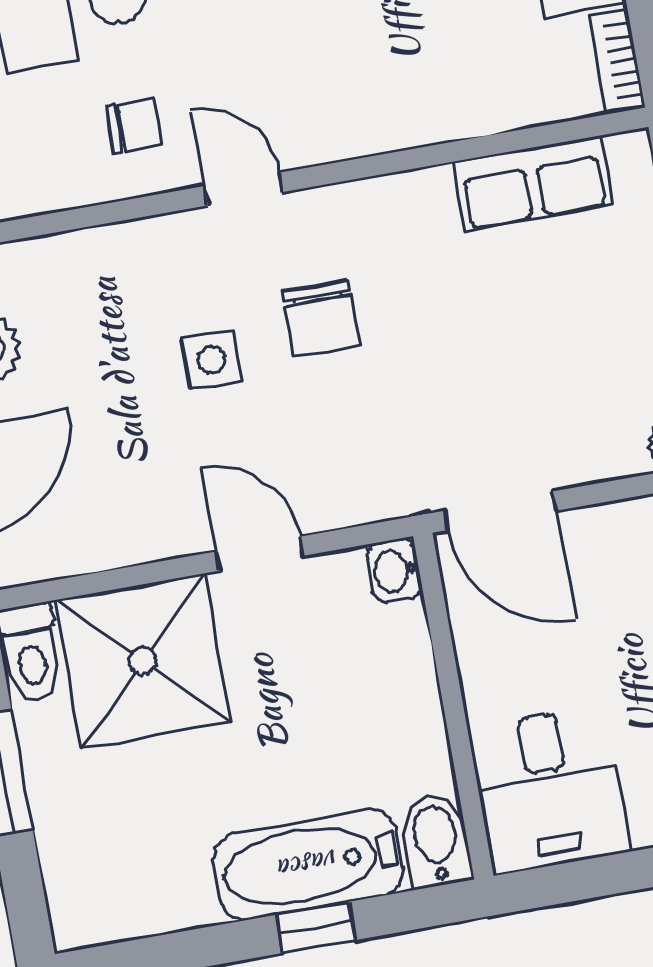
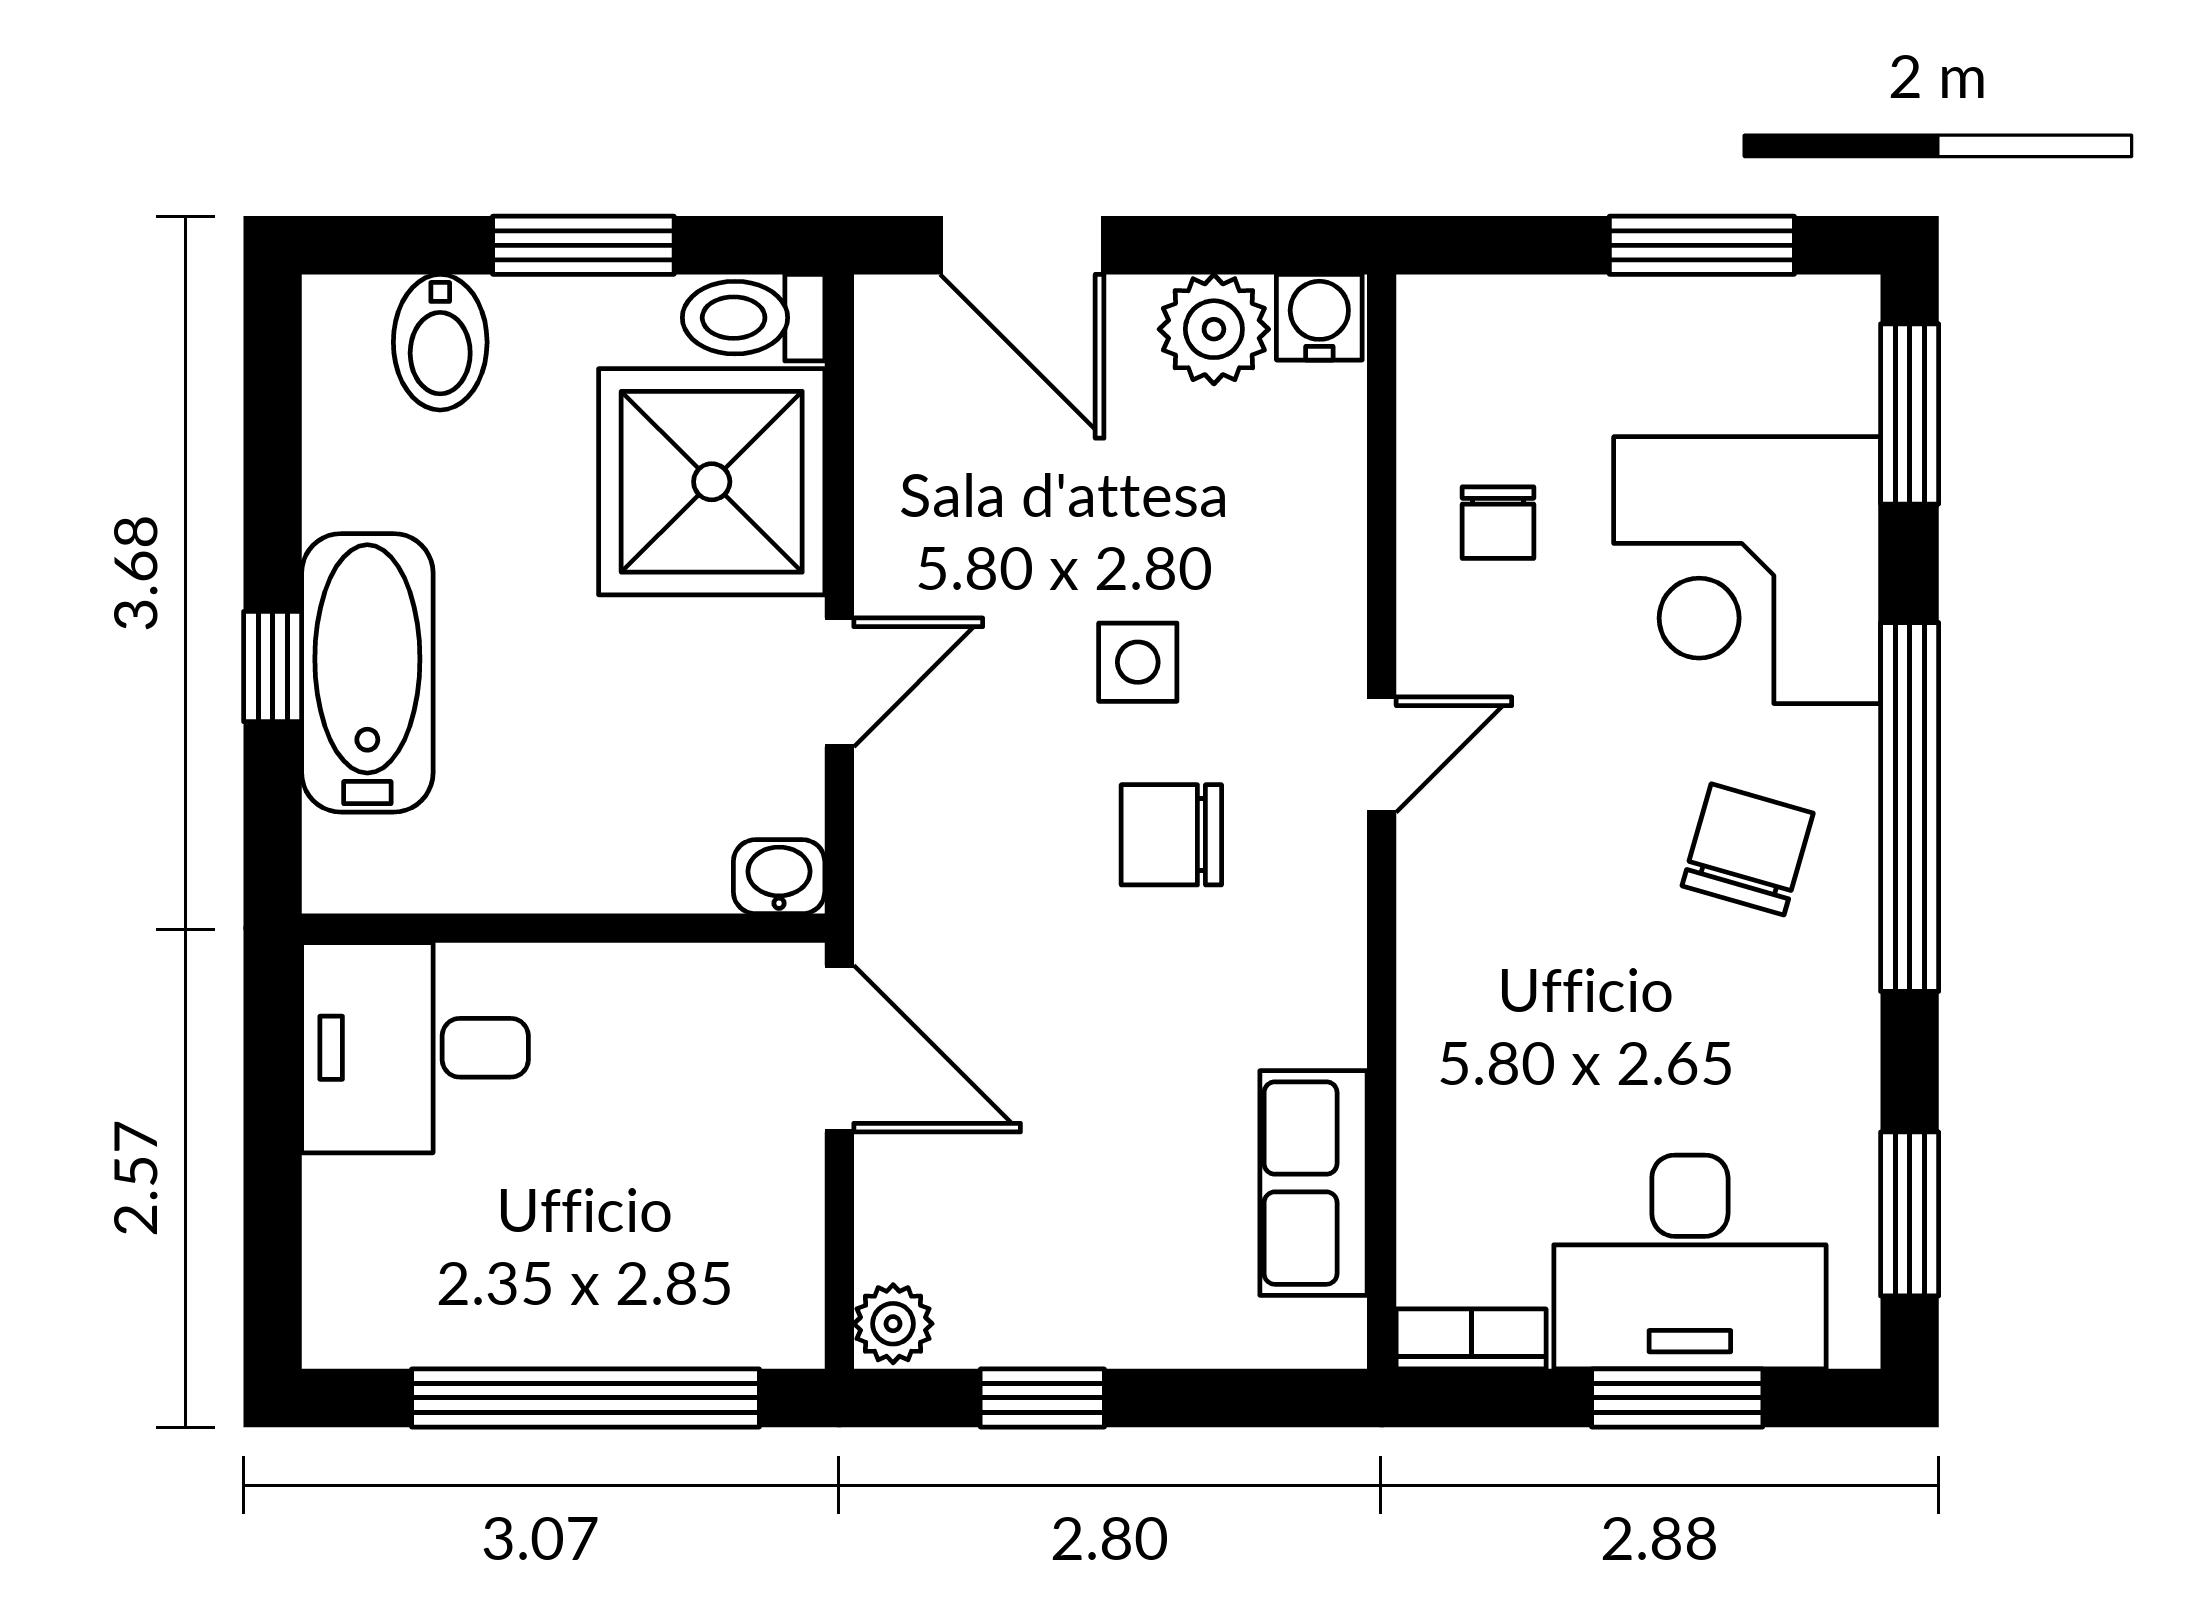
chair: (134, 126) -> (1498, 523), moved
door: (500, 511) -> (839, 1049), swing flipped
bidet: (436, 840) -> (440, 342), moved, turned 90

